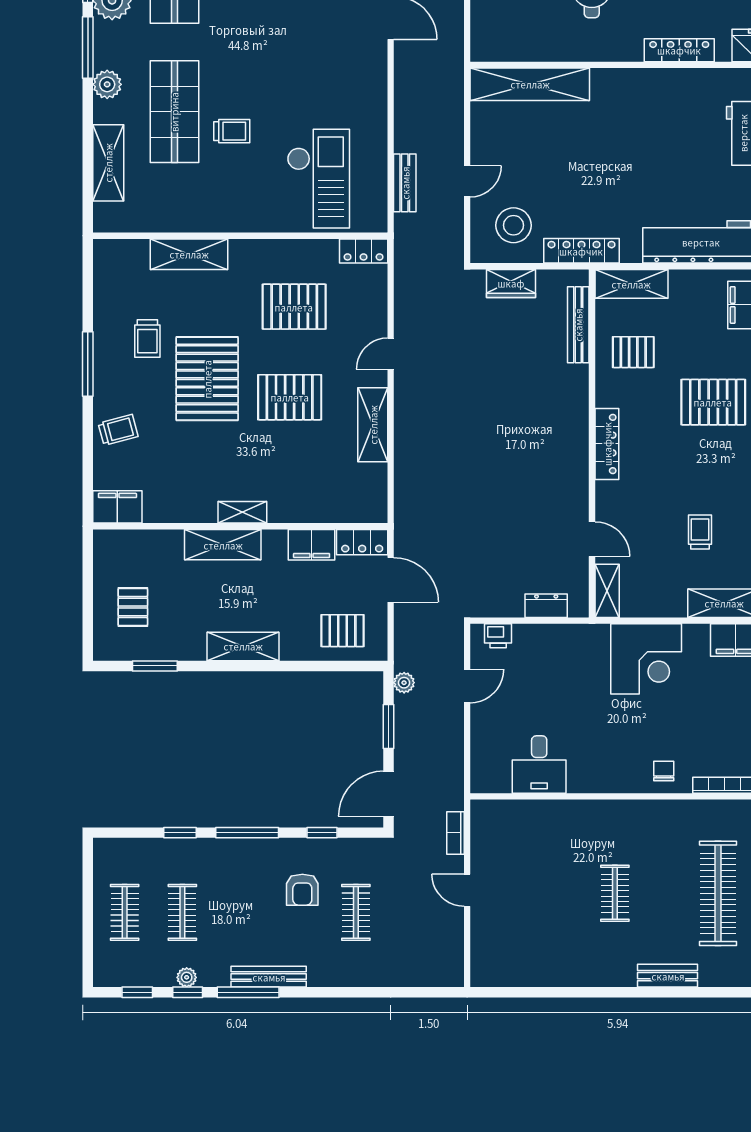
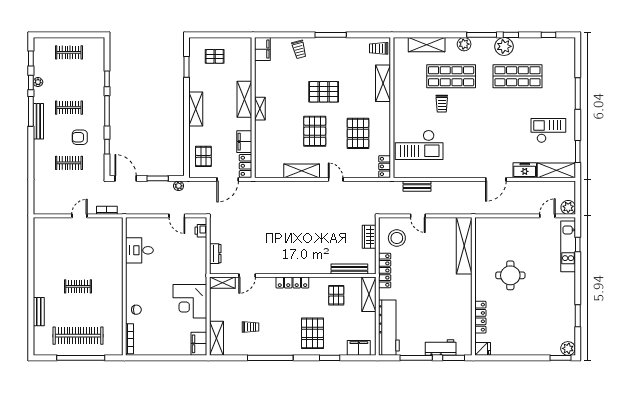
trolley: (147, 339) -> (379, 48), moved
pallet: (207, 379) -> (324, 92), width x0.73, depth x0.71
clothes rail: (182, 912) -> (69, 108), moved

